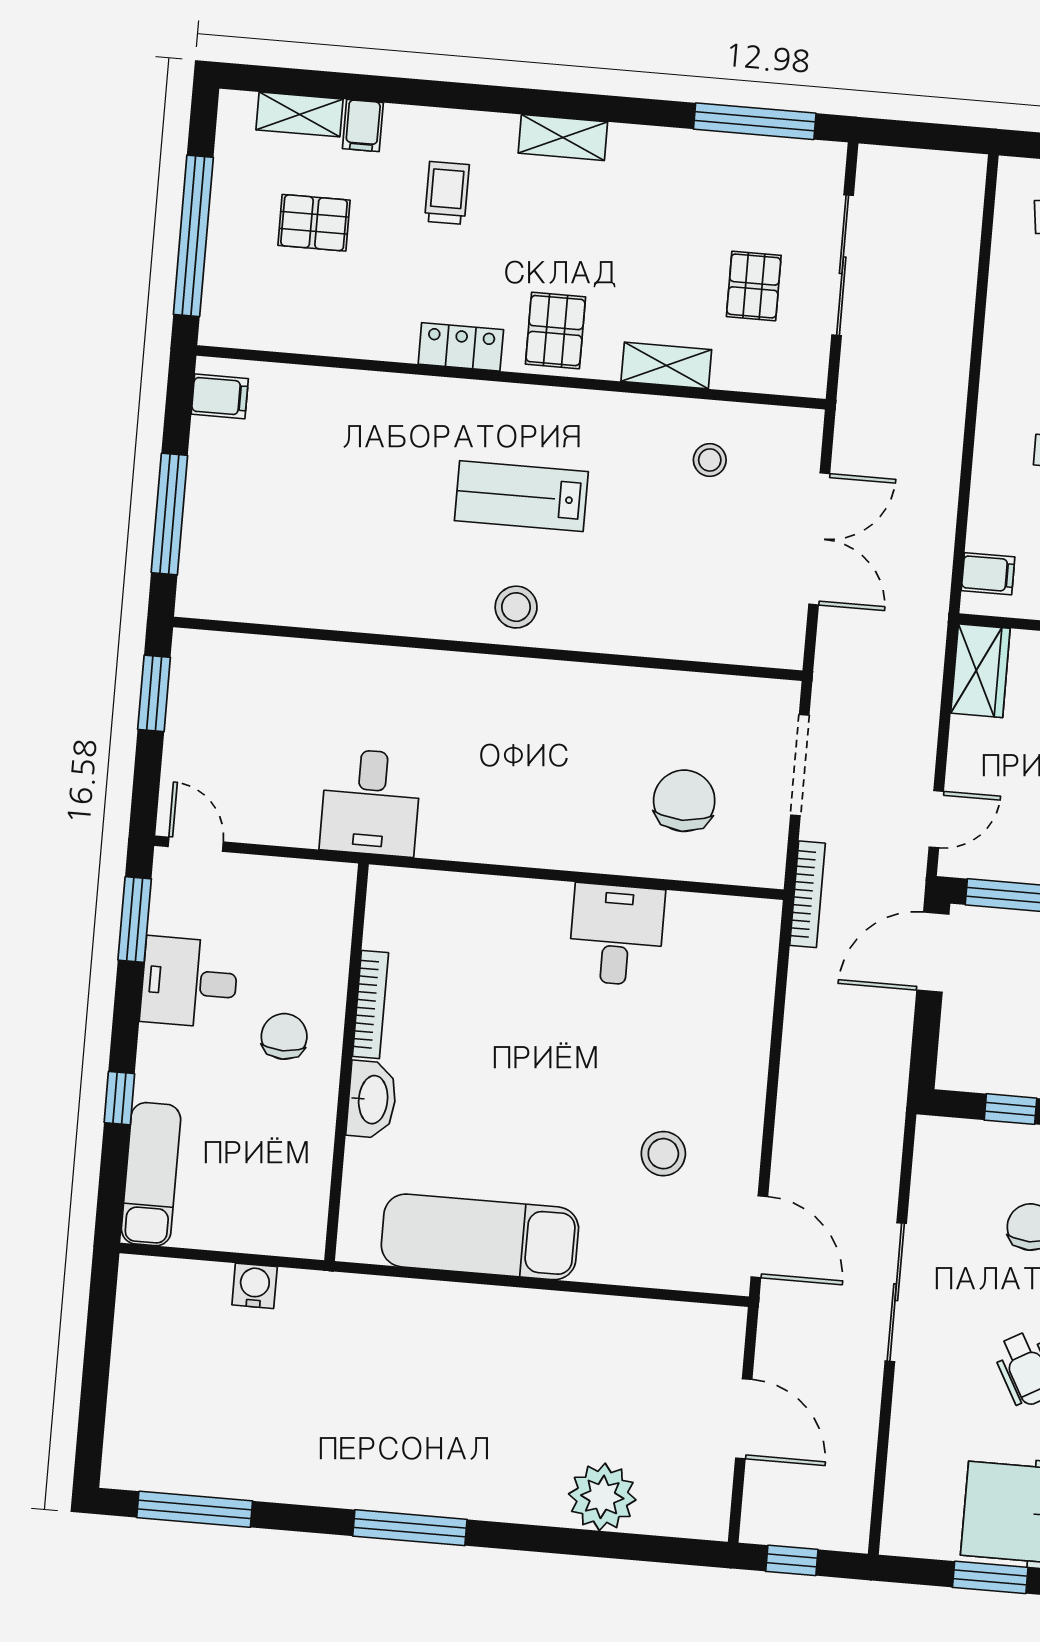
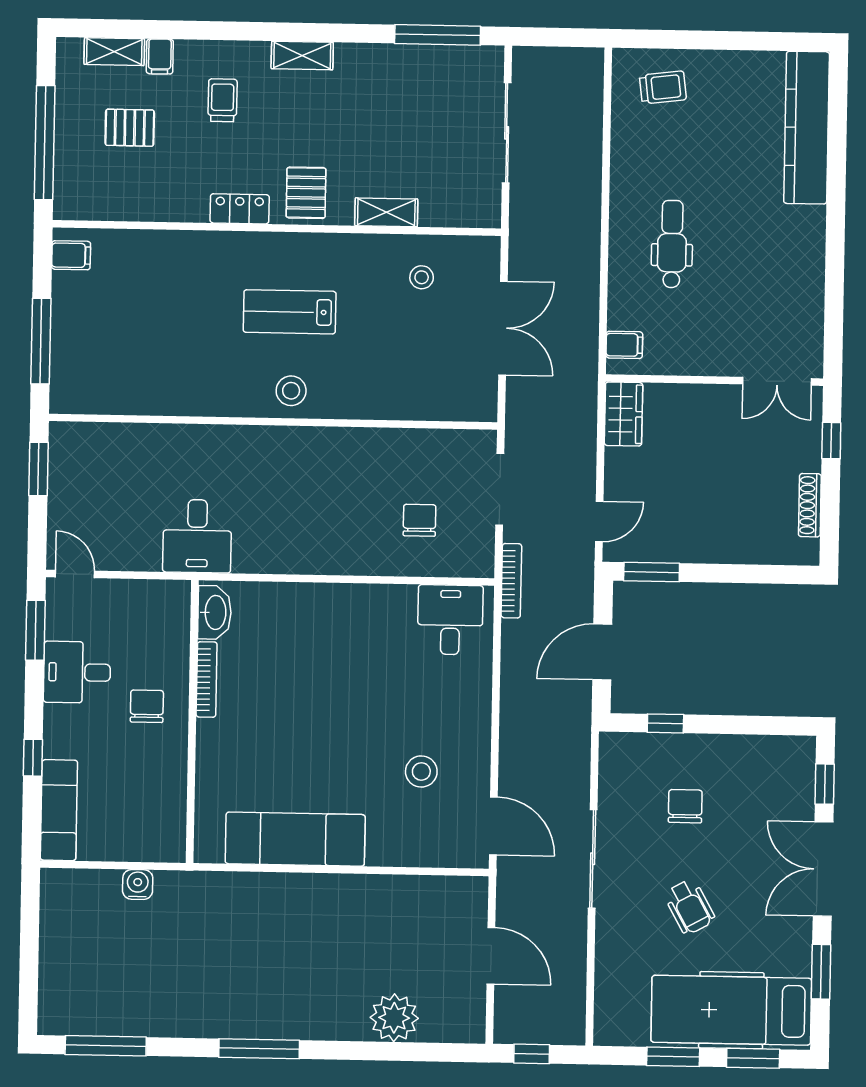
pallet: (754, 286) -> (445, 152), removed
chair: (684, 801) -> (419, 520), width x0.73, depth x0.73
desk: (616, 935) -> (450, 620), moved
door: (933, 952) -> (602, 652), moved
washbasin: (372, 1100) -> (215, 612), moved

